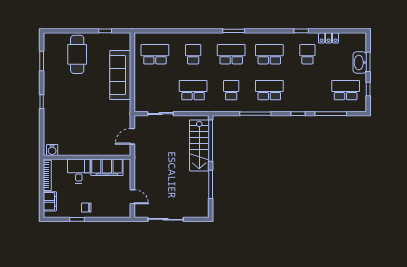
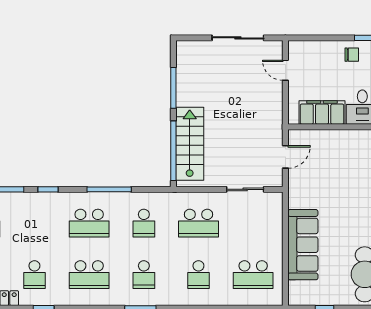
school desk: (231, 54) -> (144, 275), width x0.54

